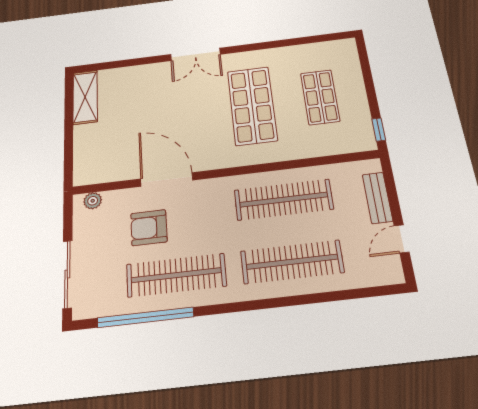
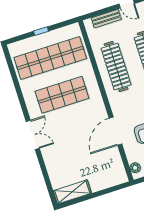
shop shelf: (320, 97) -> (50, 58), width x2.00, depth x1.36
window: (379, 130) -> (41, 31), moved

